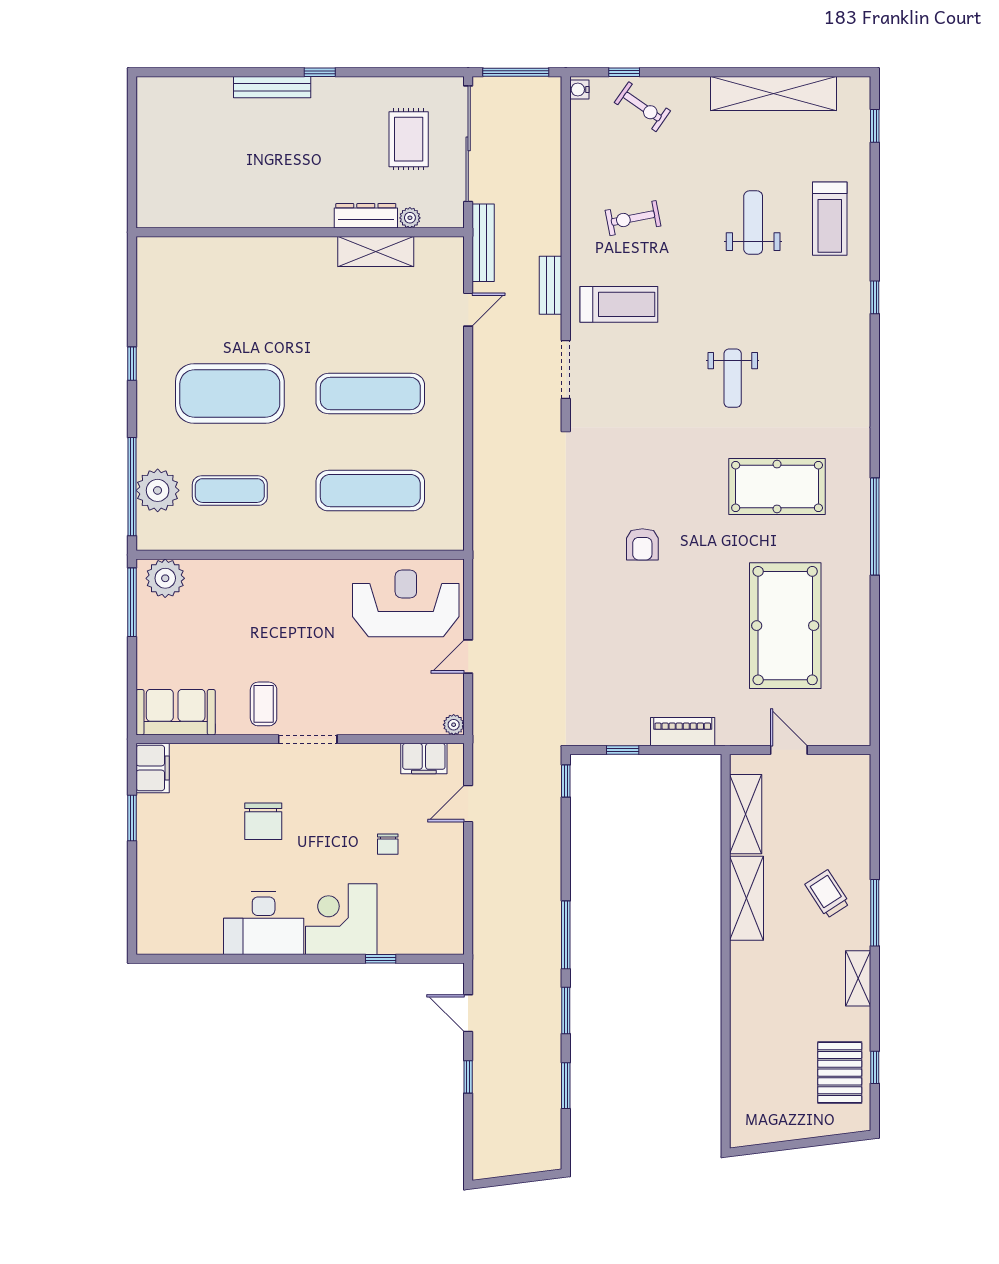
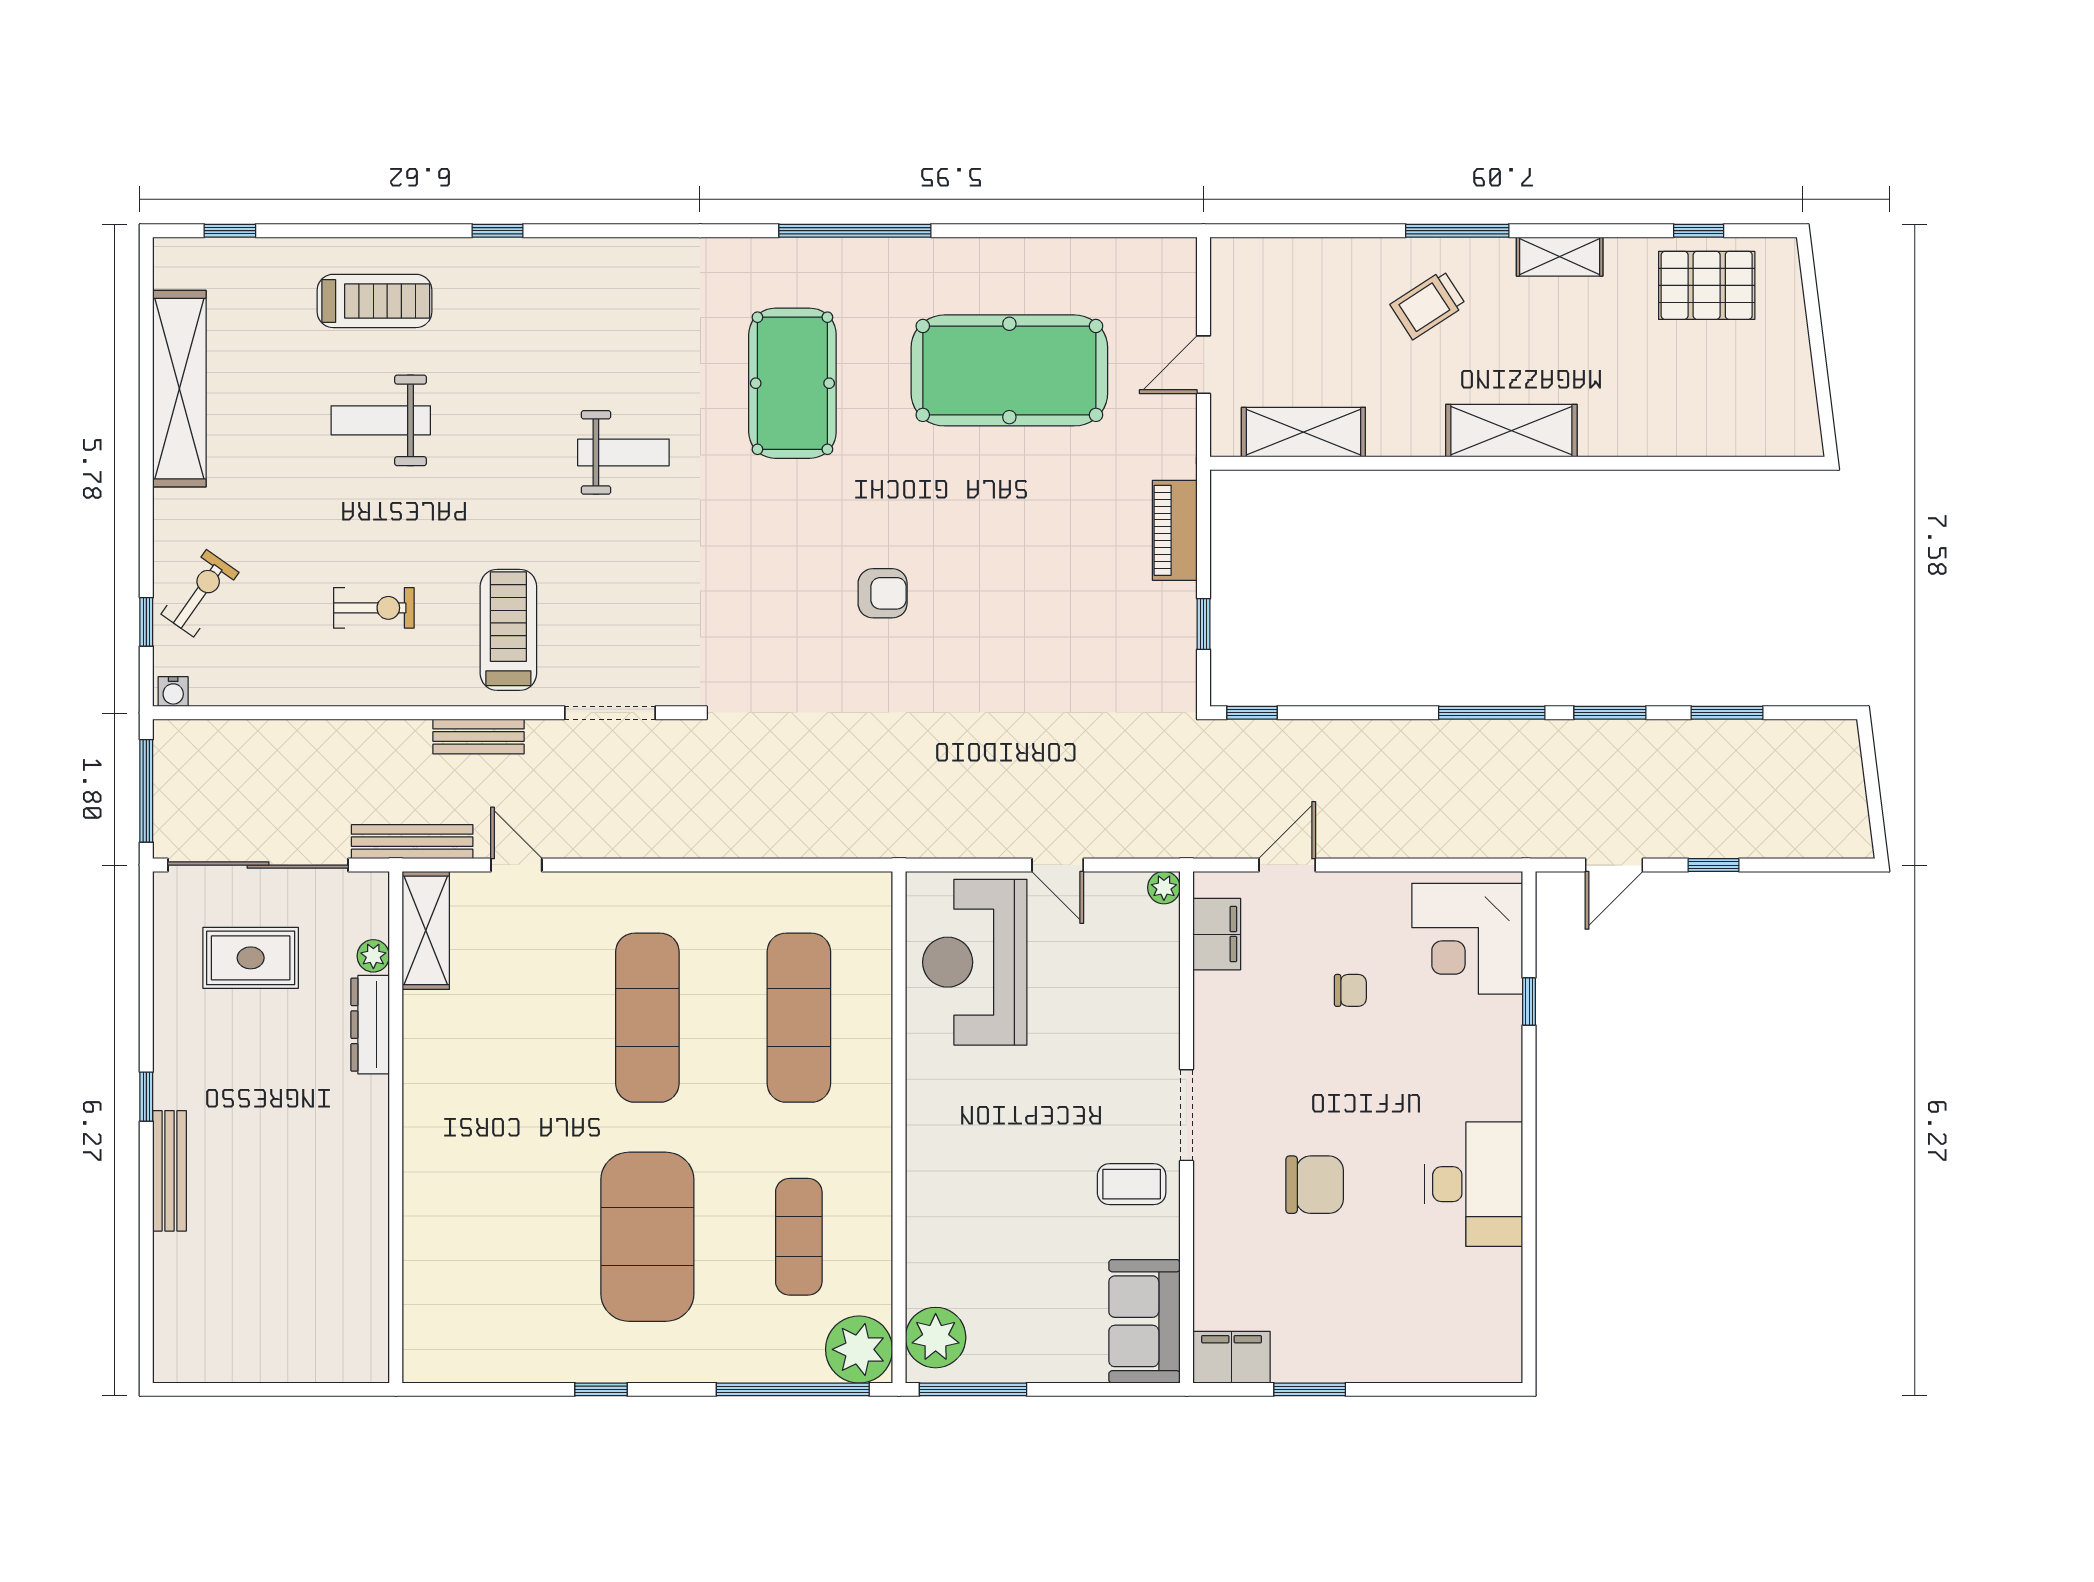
exercise bike: (633, 218) -> (374, 608), turned -79
shelving: (376, 251) -> (426, 930), moved
plant: (158, 490) -> (859, 1349), moved
door: (468, 804) -> (1287, 865), swing flipped
shelving: (747, 898) -> (1511, 431), moved
corner desk: (341, 919) -> (1467, 939), moved

